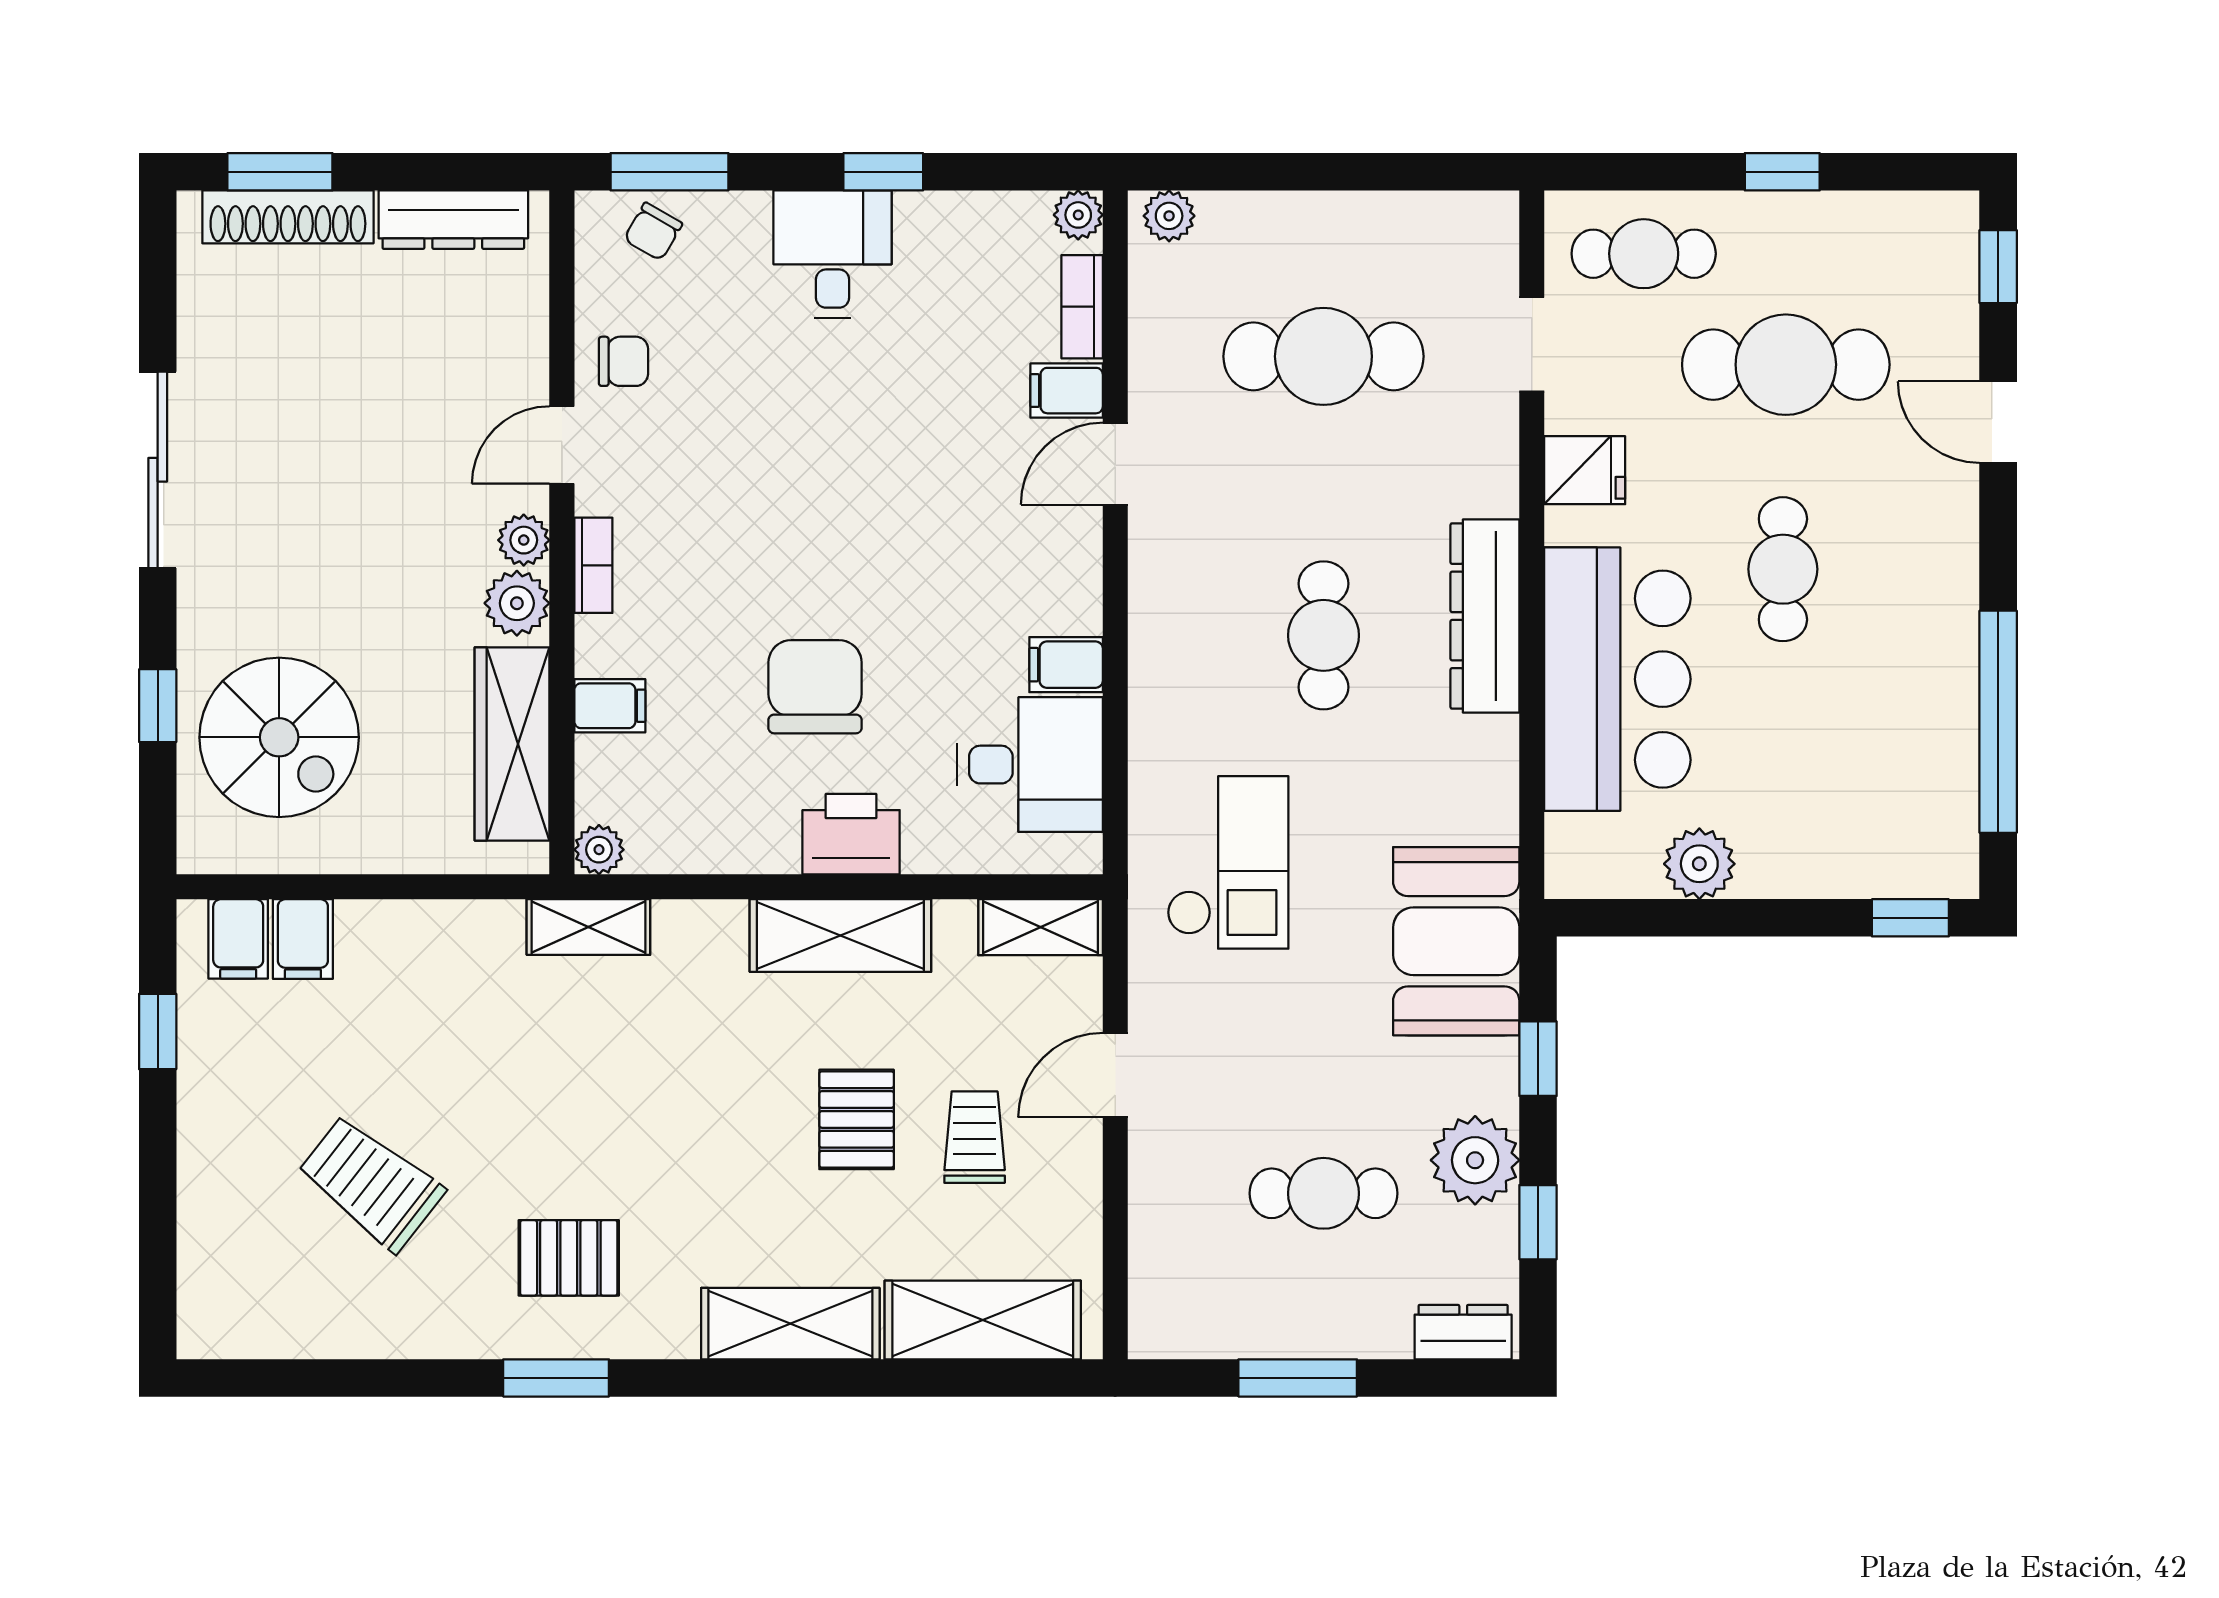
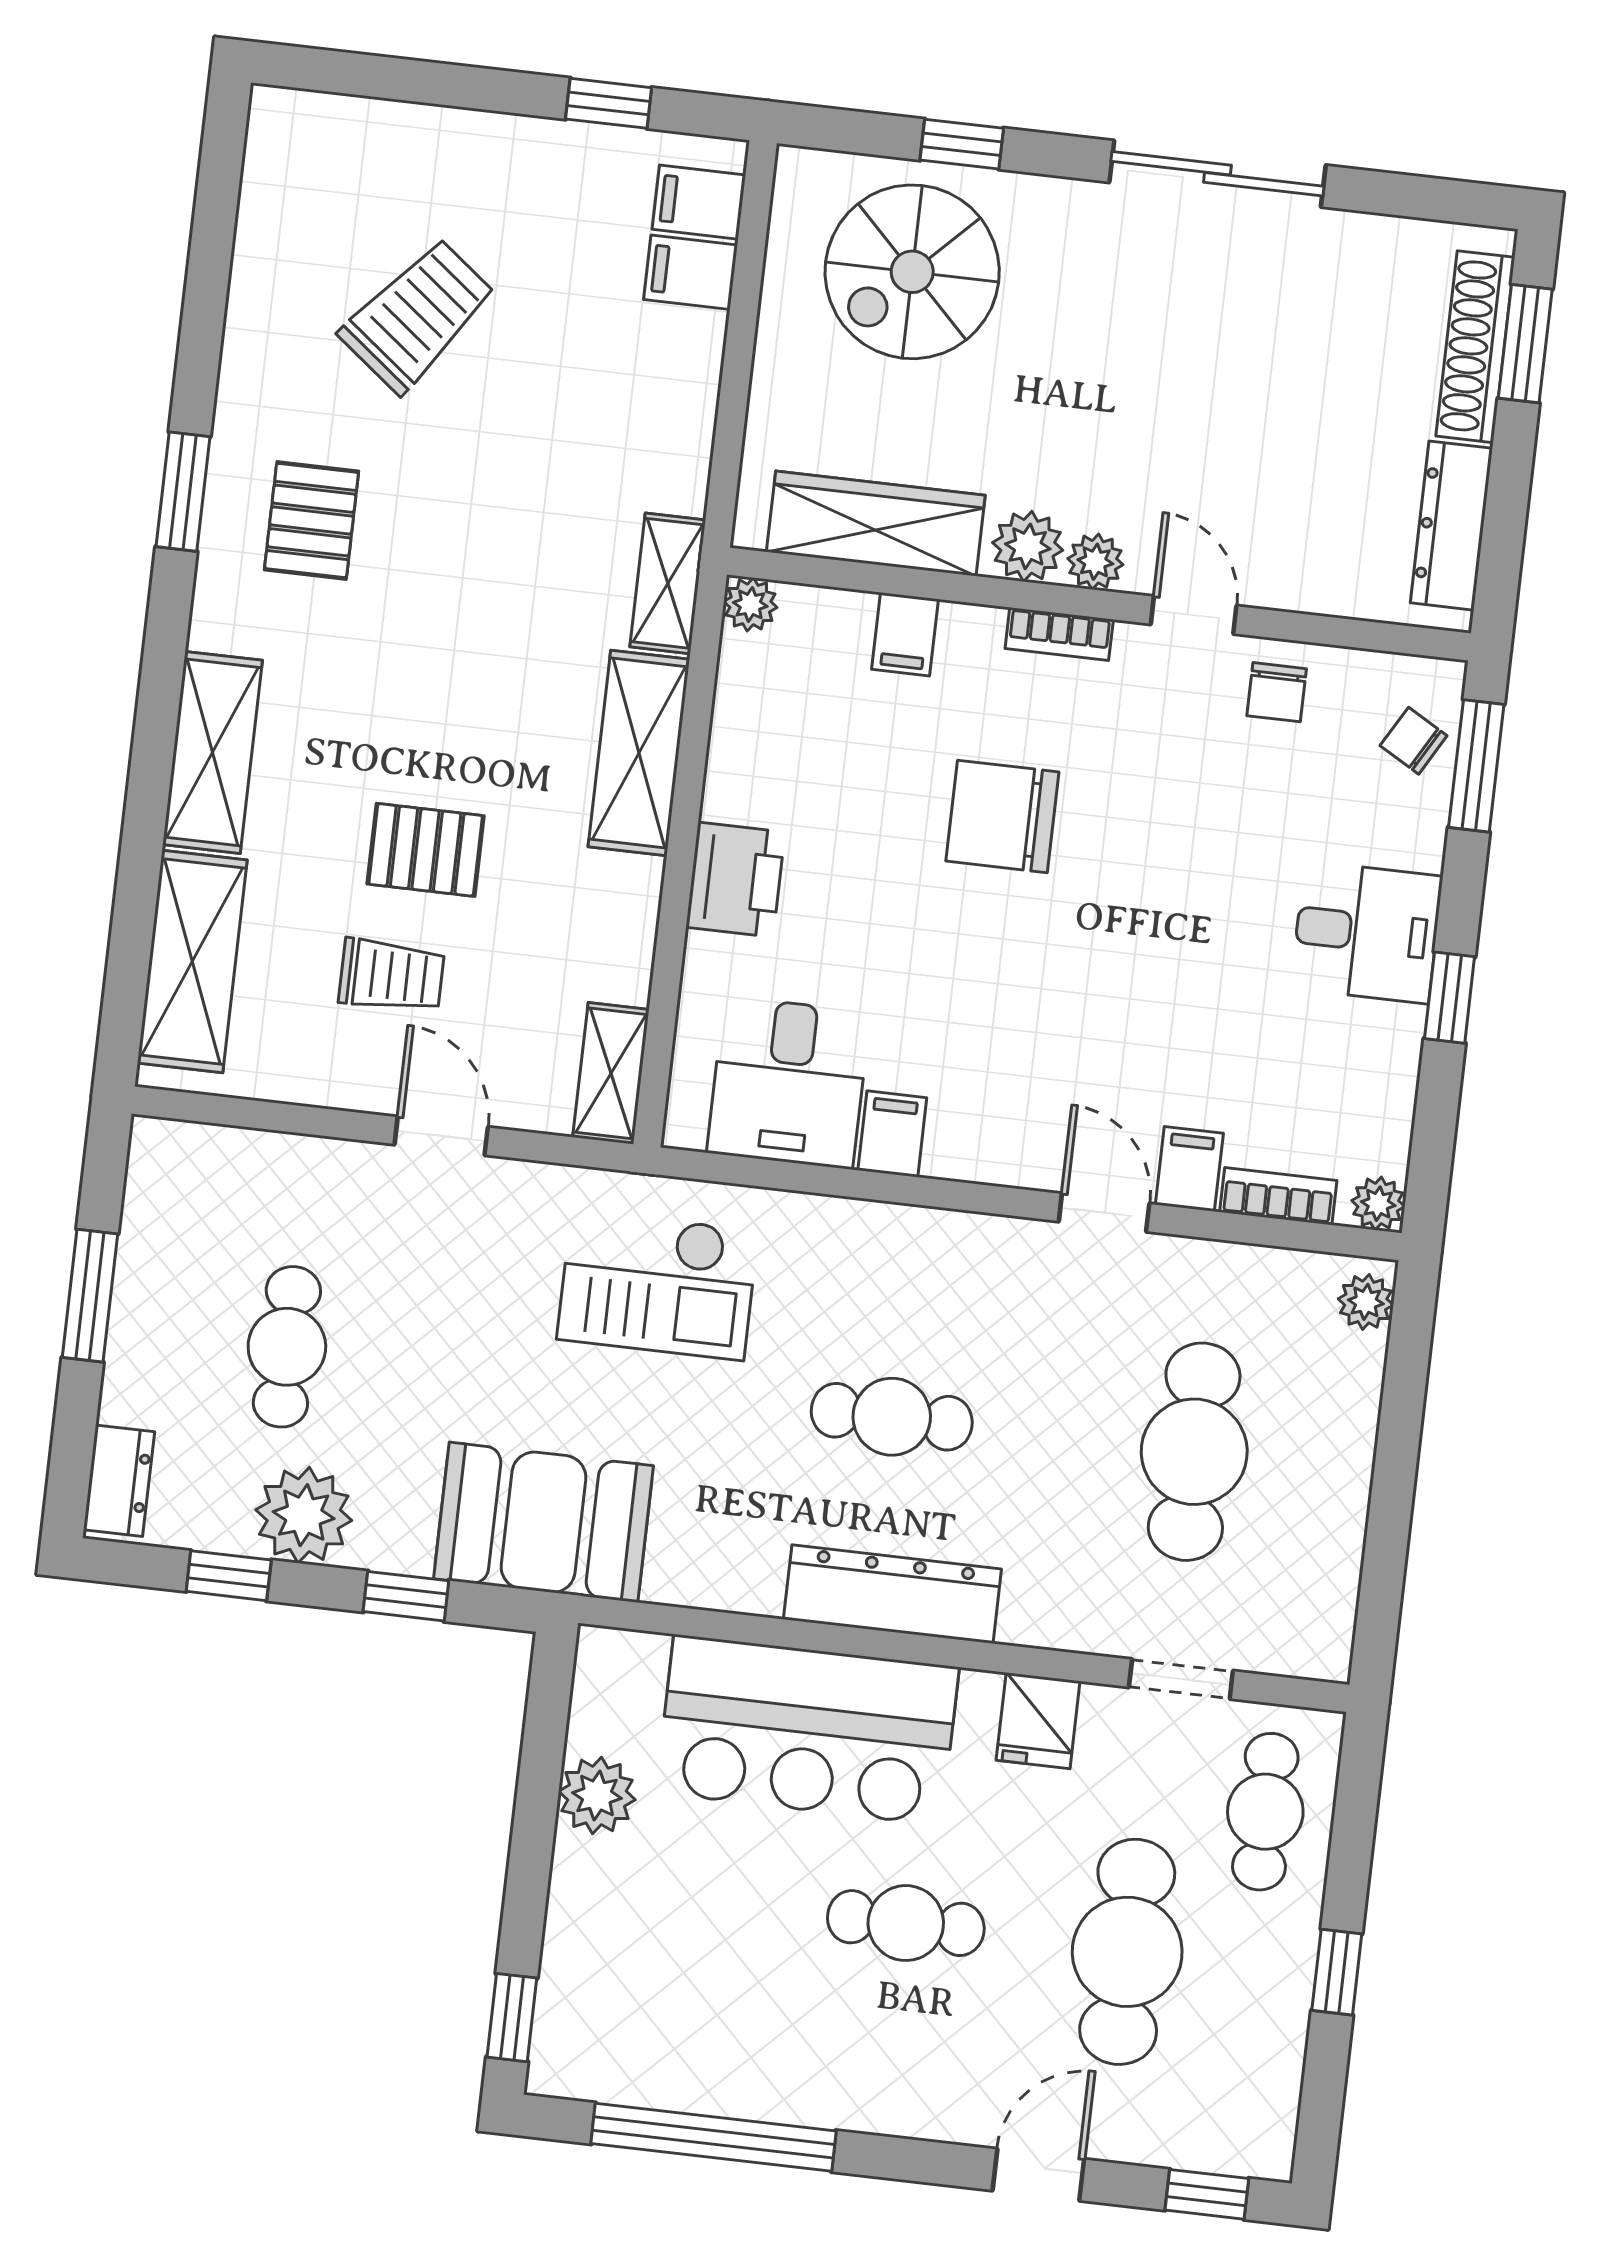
chair: (815, 687) -> (1002, 816), moved, turned 180
shelving: (840, 935) -> (639, 753), moved

